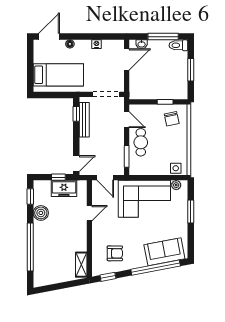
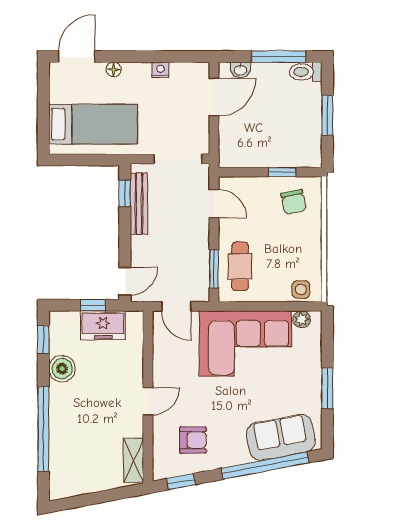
cafe table: (141, 142) -> (240, 266), moved
window: (191, 211) -> (327, 388), moved
door: (89, 213) -> (148, 401), moved

